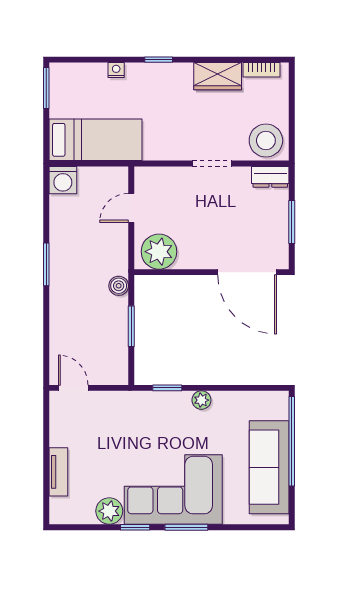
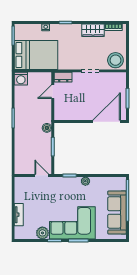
bed: (95, 140) -> (36, 55), width x1.50
dresser: (270, 177) -> (63, 77), moved
plant: (159, 252) -> (66, 112), removed
door: (247, 272) -> (107, 122), swing flipped
door: (73, 388) -> (42, 175), moved

